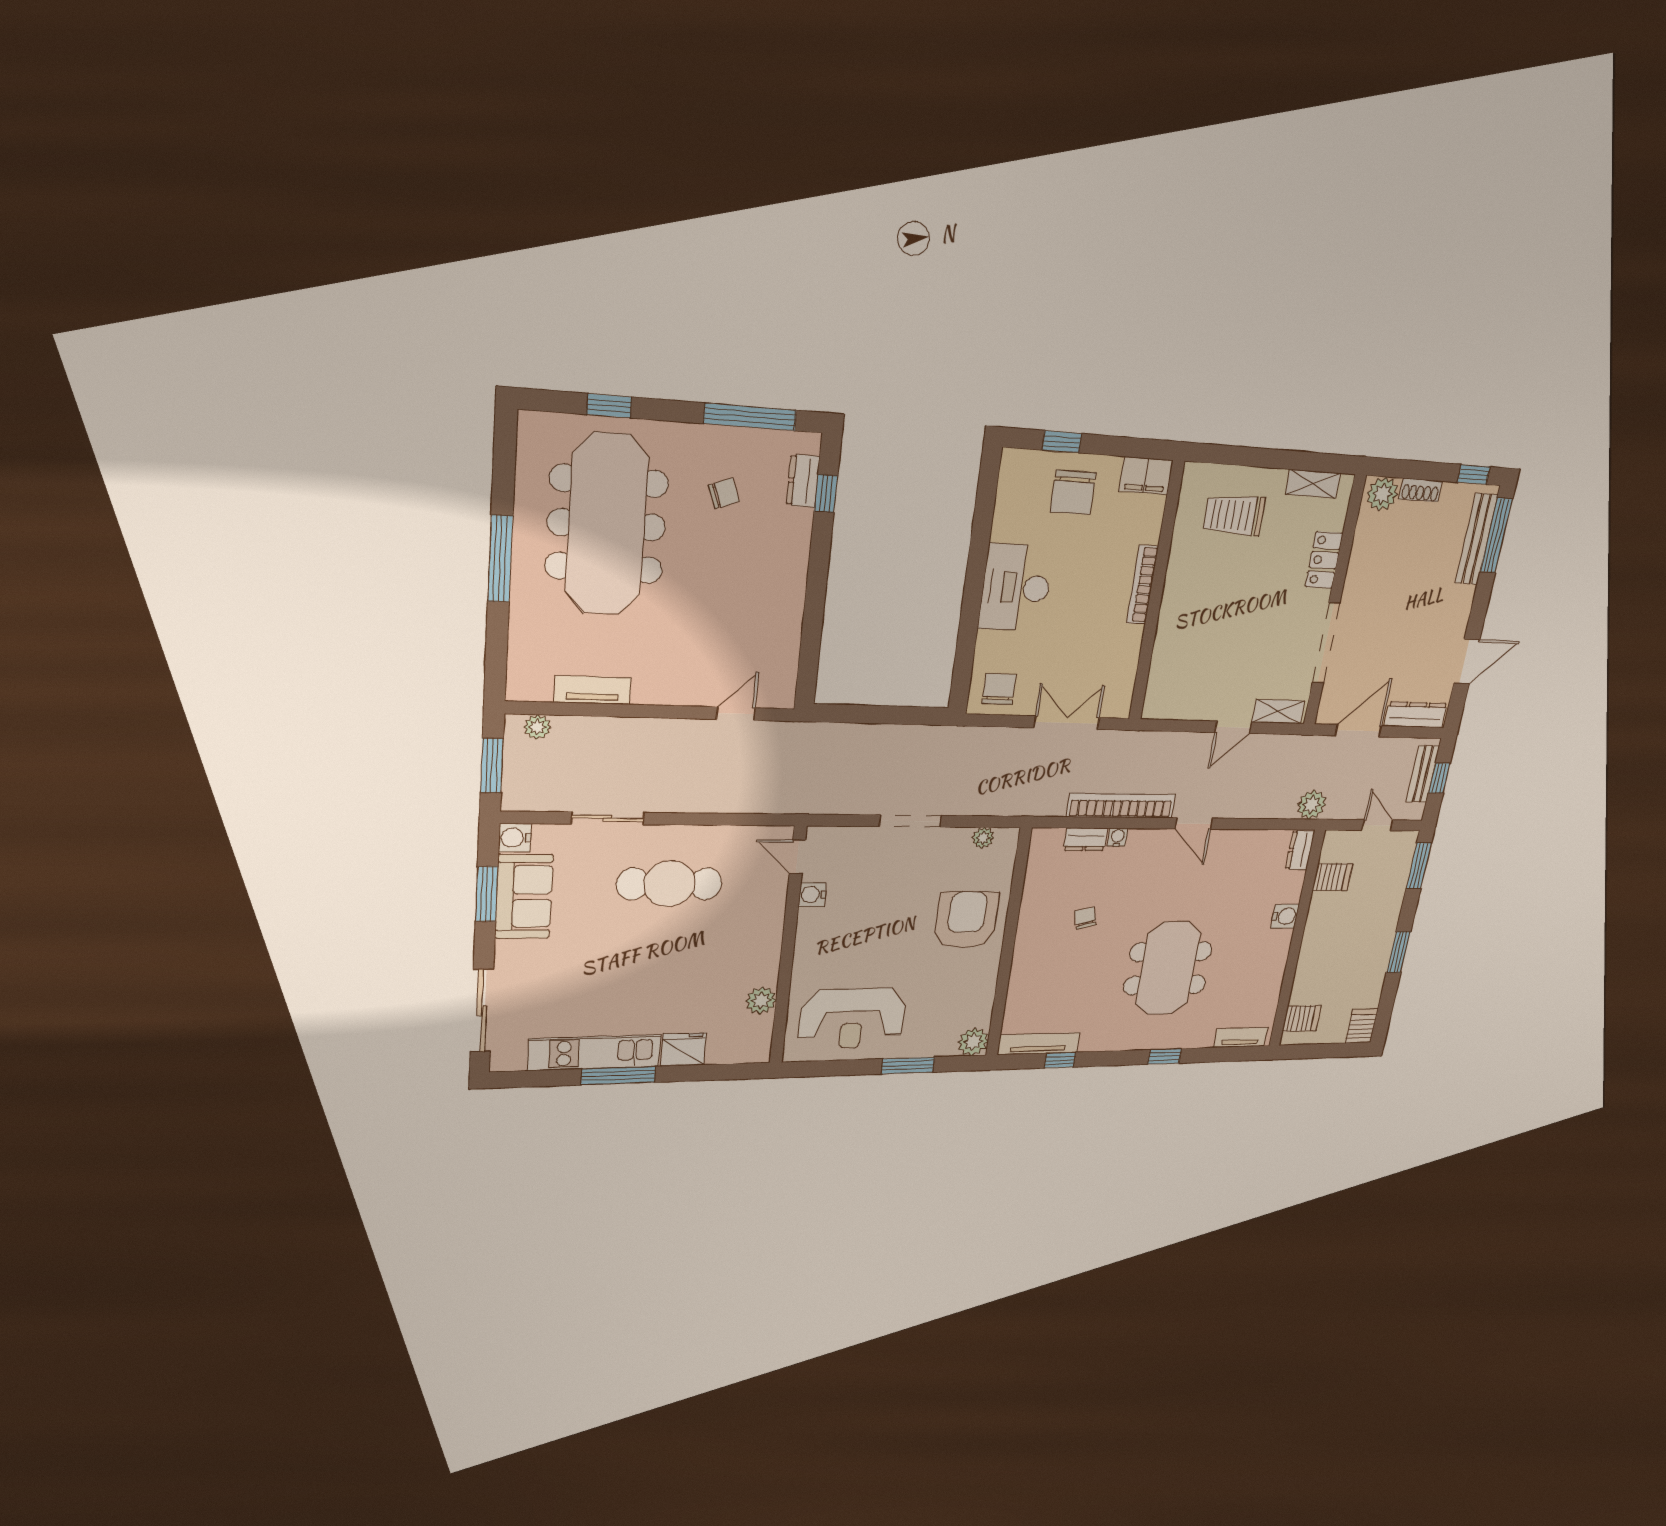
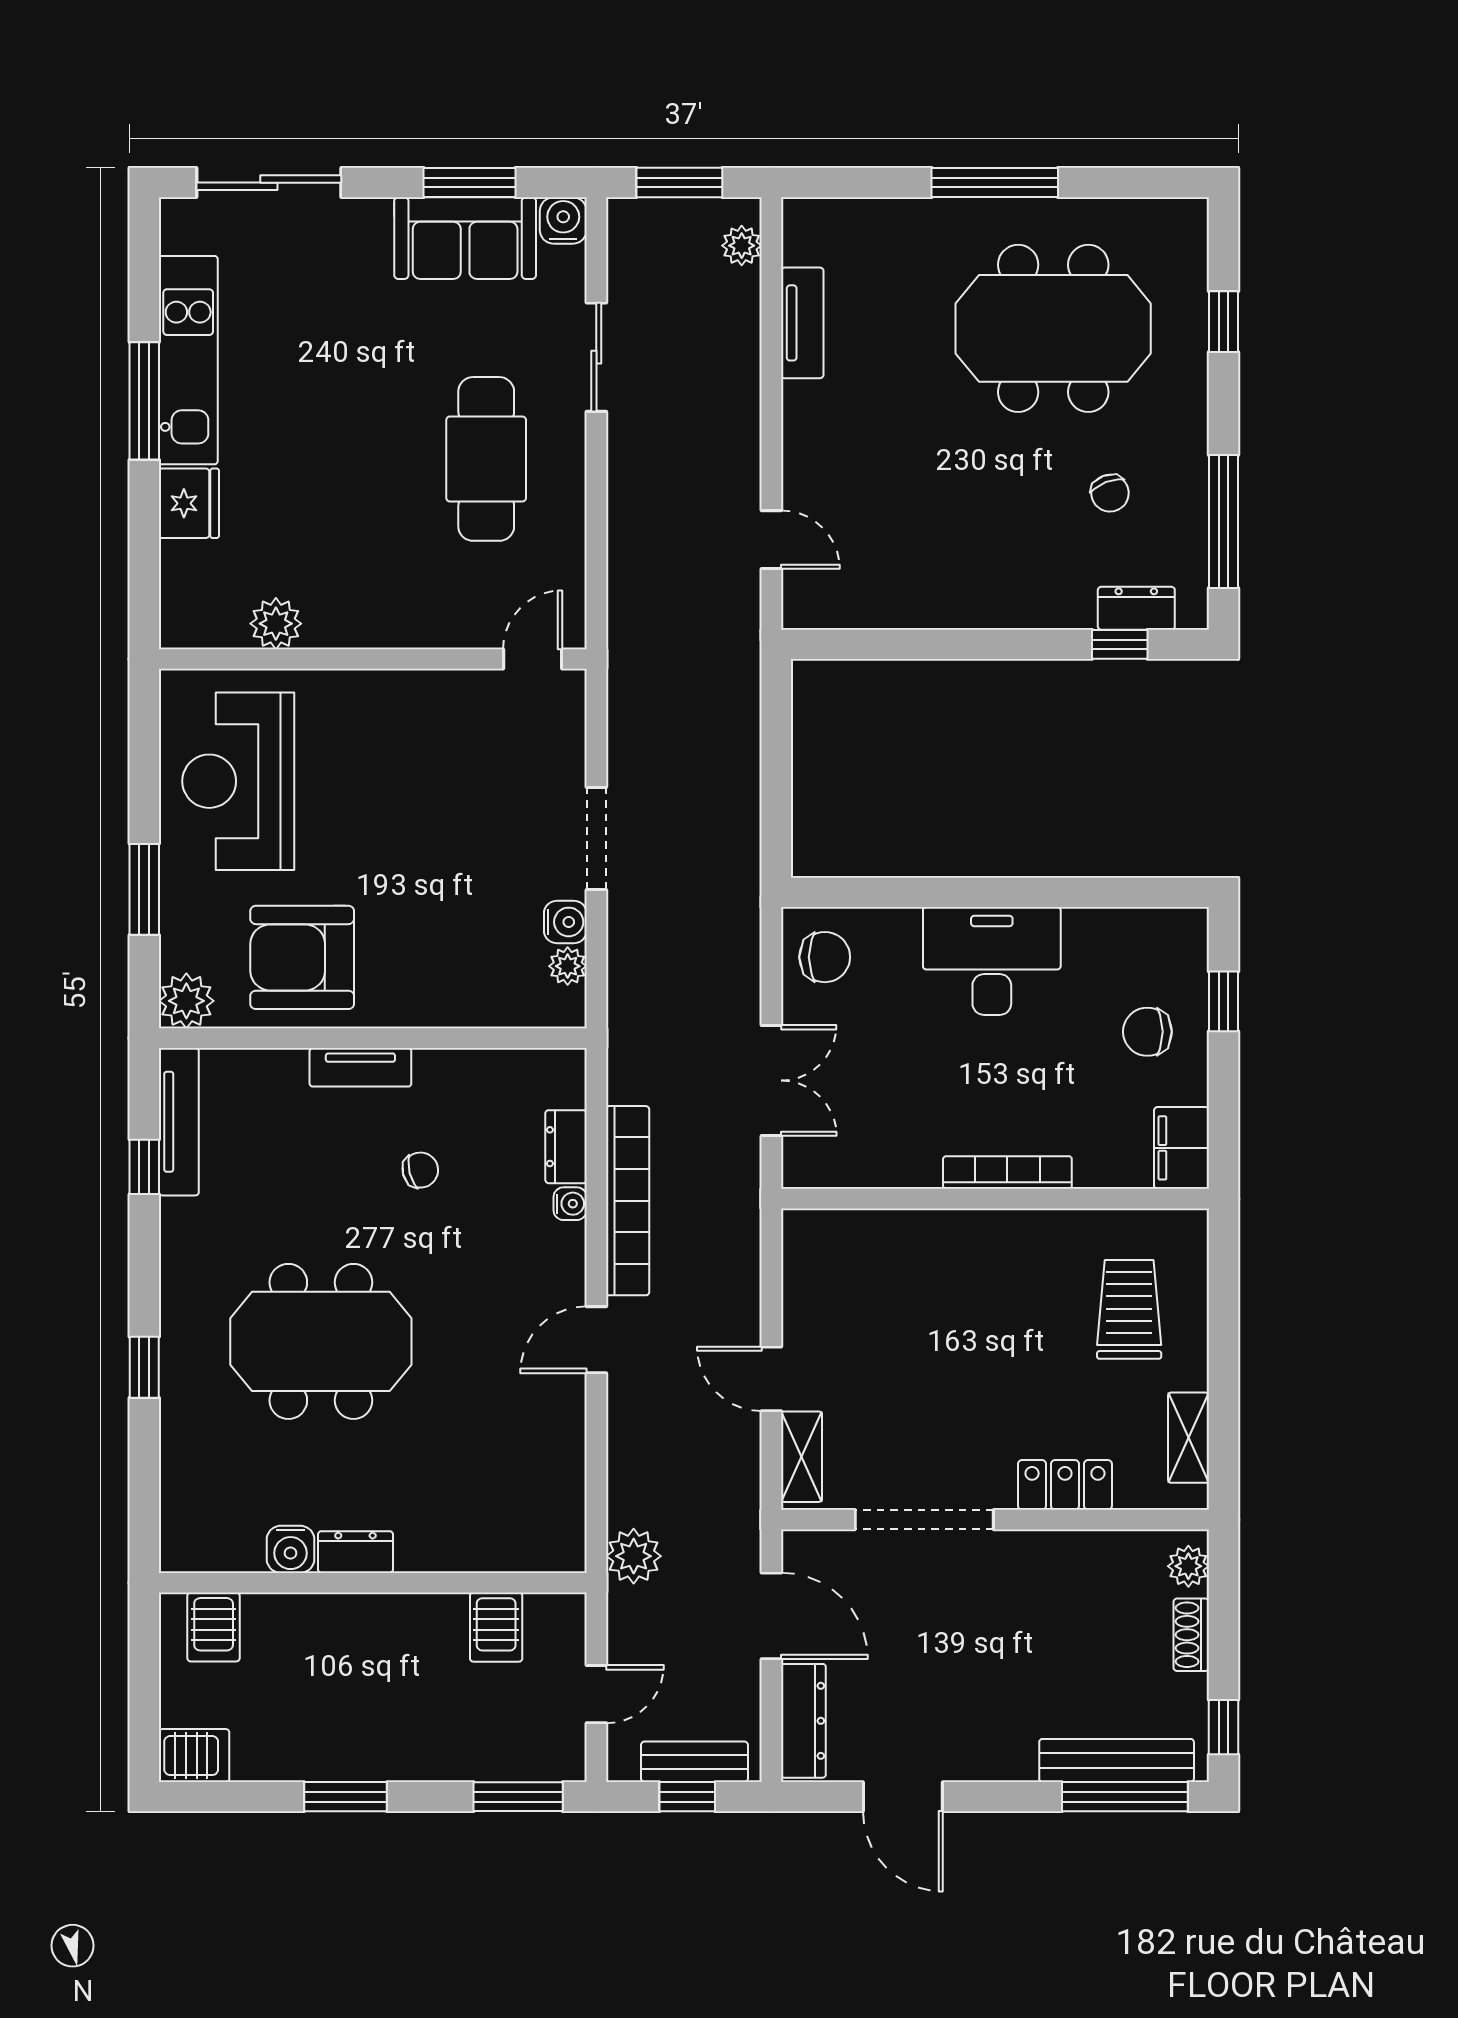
chair: (1073, 492) -> (1147, 1032), width x0.73, depth x0.73
plant: (1382, 494) -> (1188, 1566), width x0.73, depth x0.73
meeting table: (607, 525) -> (1053, 328), width x0.73
dresser: (1300, 850) -> (355, 1552), moved
water cooler: (812, 895) -> (565, 922), moved, turned 90
water cooler: (1285, 916) -> (291, 1549), moved
armchair: (966, 920) -> (302, 957), moved, turned 180
tv unit: (1241, 1037) -> (360, 1067), moved, turned 90

